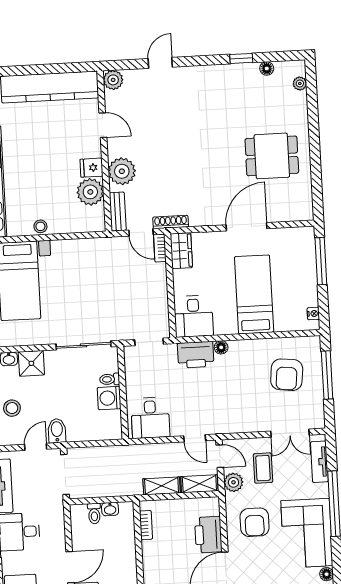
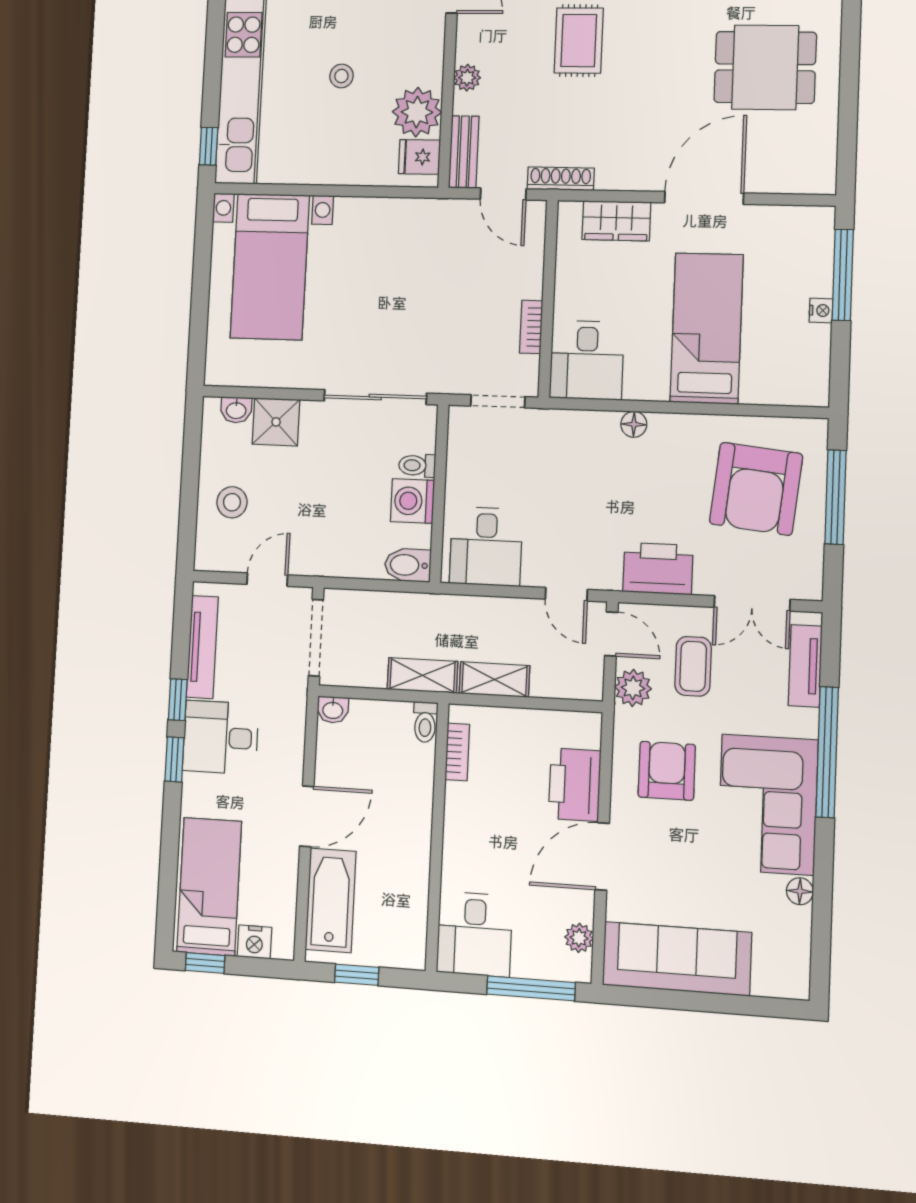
rug: (173, 148) -> (579, 41), added
fridge: (91, 168) -> (419, 157), moved
plant: (122, 171) -> (467, 78), width x0.53, depth x0.53
stool: (40, 226) -> (341, 76), moved
bookcase: (160, 248) -> (531, 327), moved
wardrobe: (181, 251) -> (616, 221), moved, turned 90
nightstand: (313, 314) -> (821, 310), moved
printer: (196, 355) -> (658, 569), moved, turned 180
armchair: (287, 375) -> (756, 489), width x1.36, depth x1.36
bidet: (57, 431) -> (408, 565), moved, turned -90
shelving: (199, 484) -> (422, 675), moved
washbasin: (110, 509) -> (333, 710), moved
toilet: (94, 513) -> (425, 722), moved
armchair: (255, 522) -> (667, 771), turned 180

